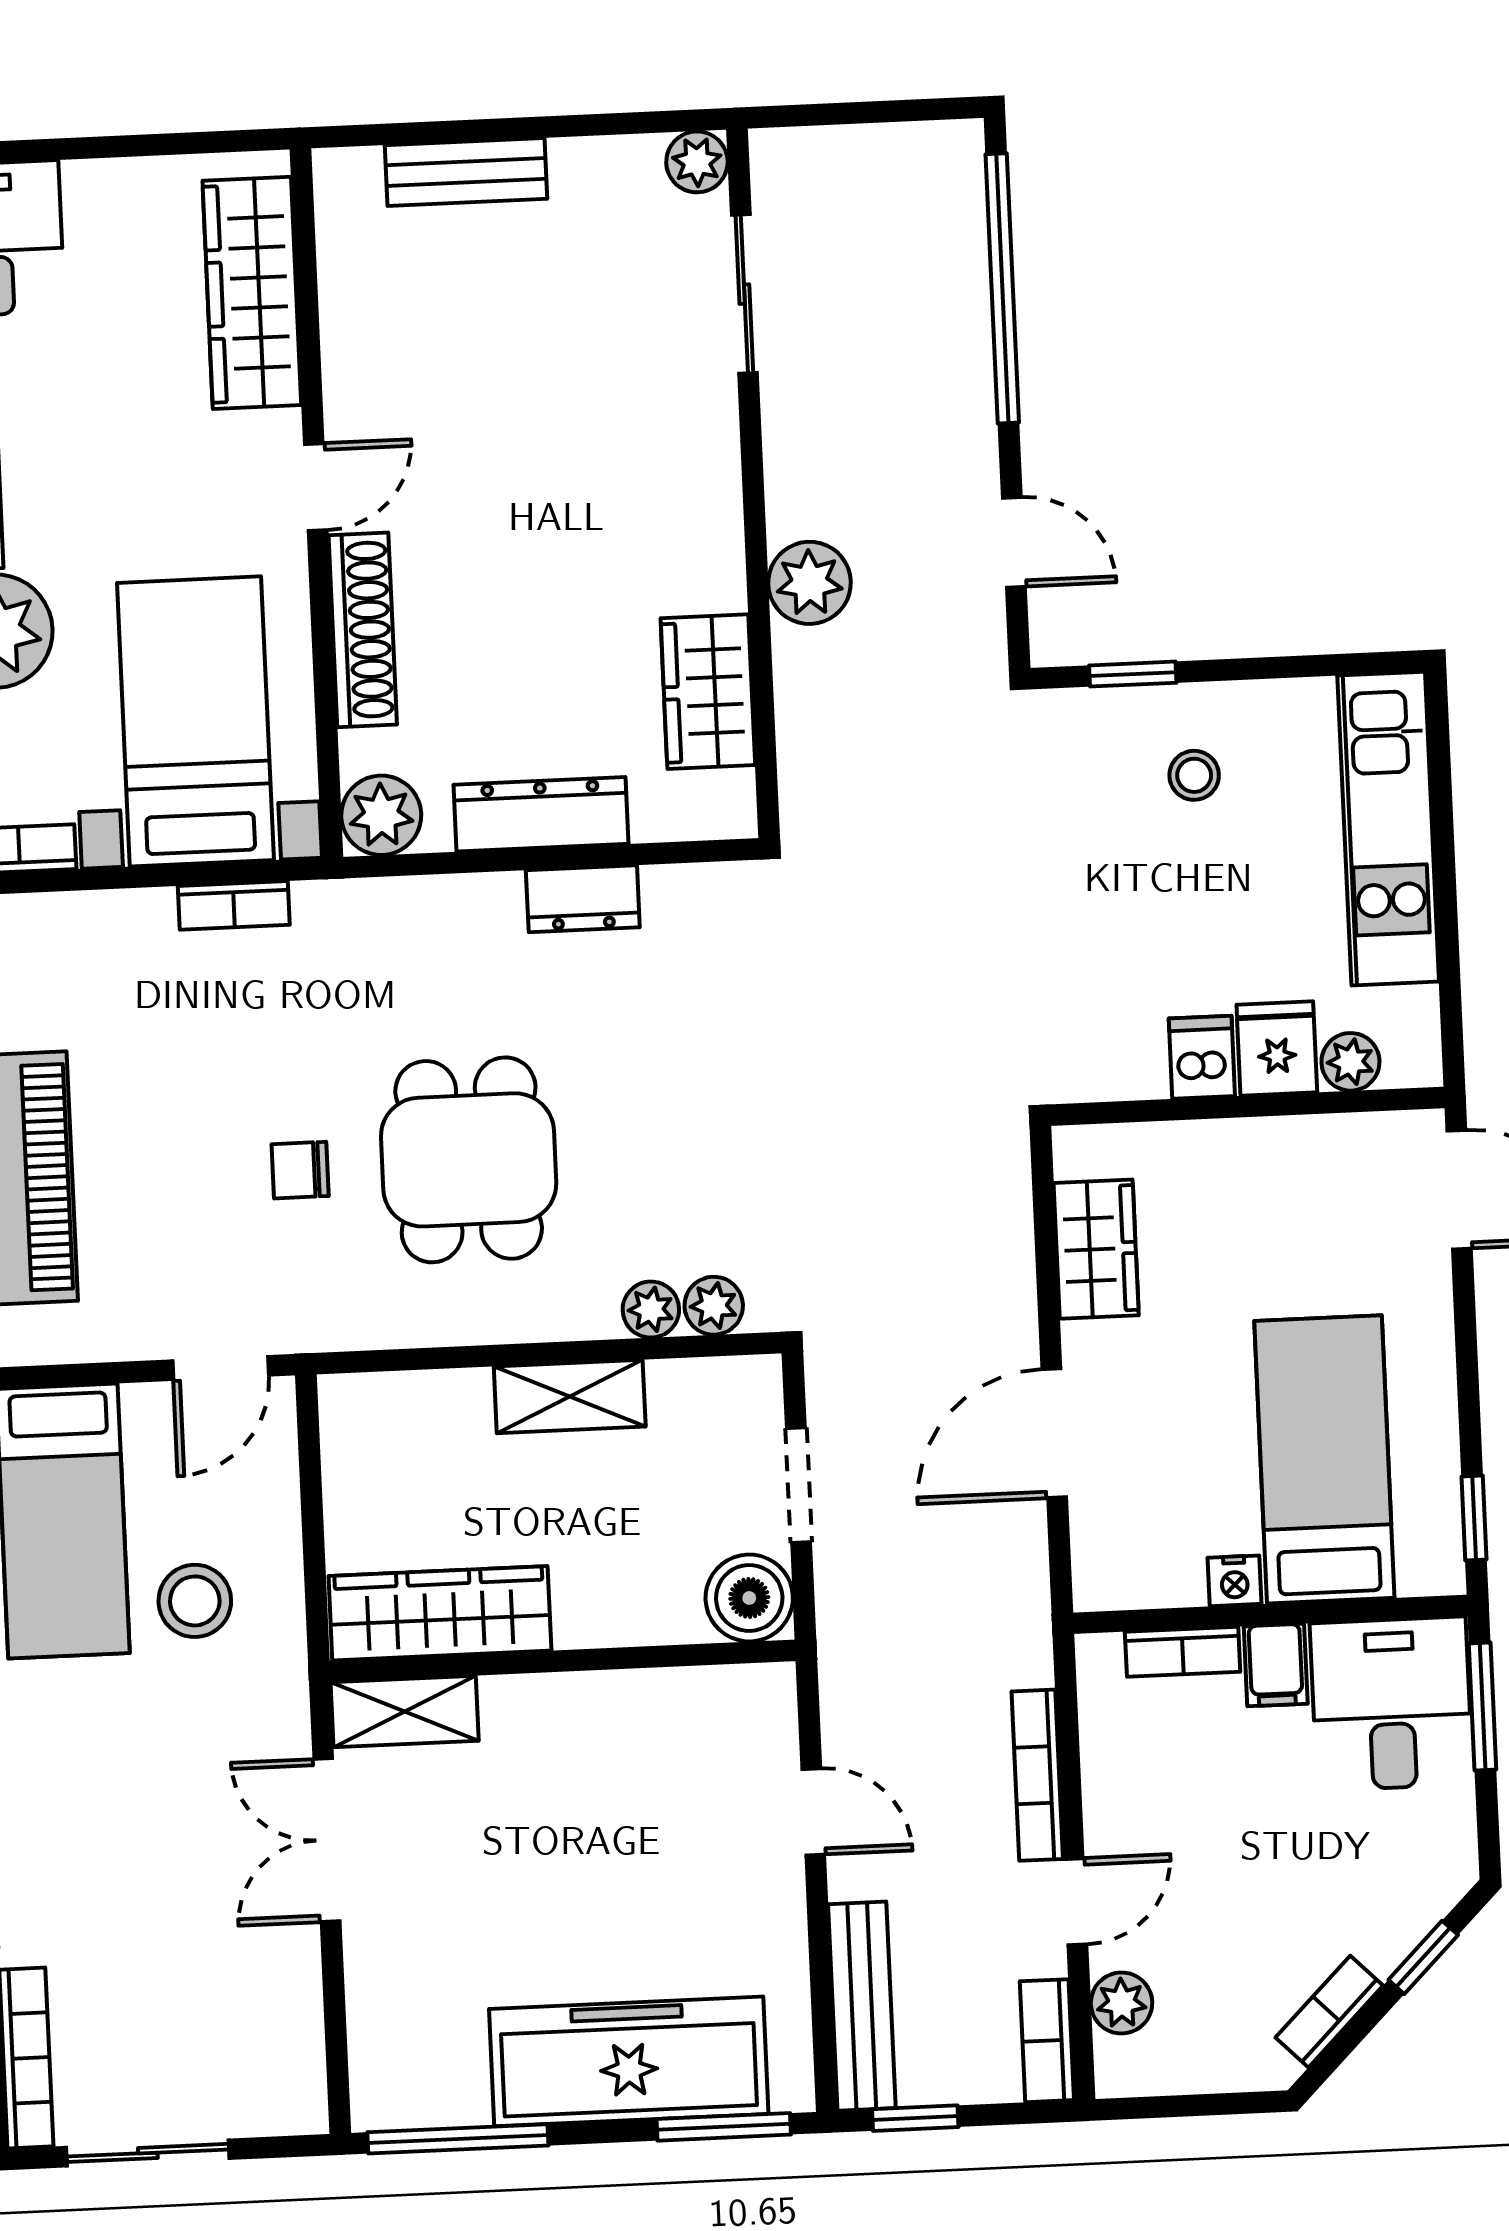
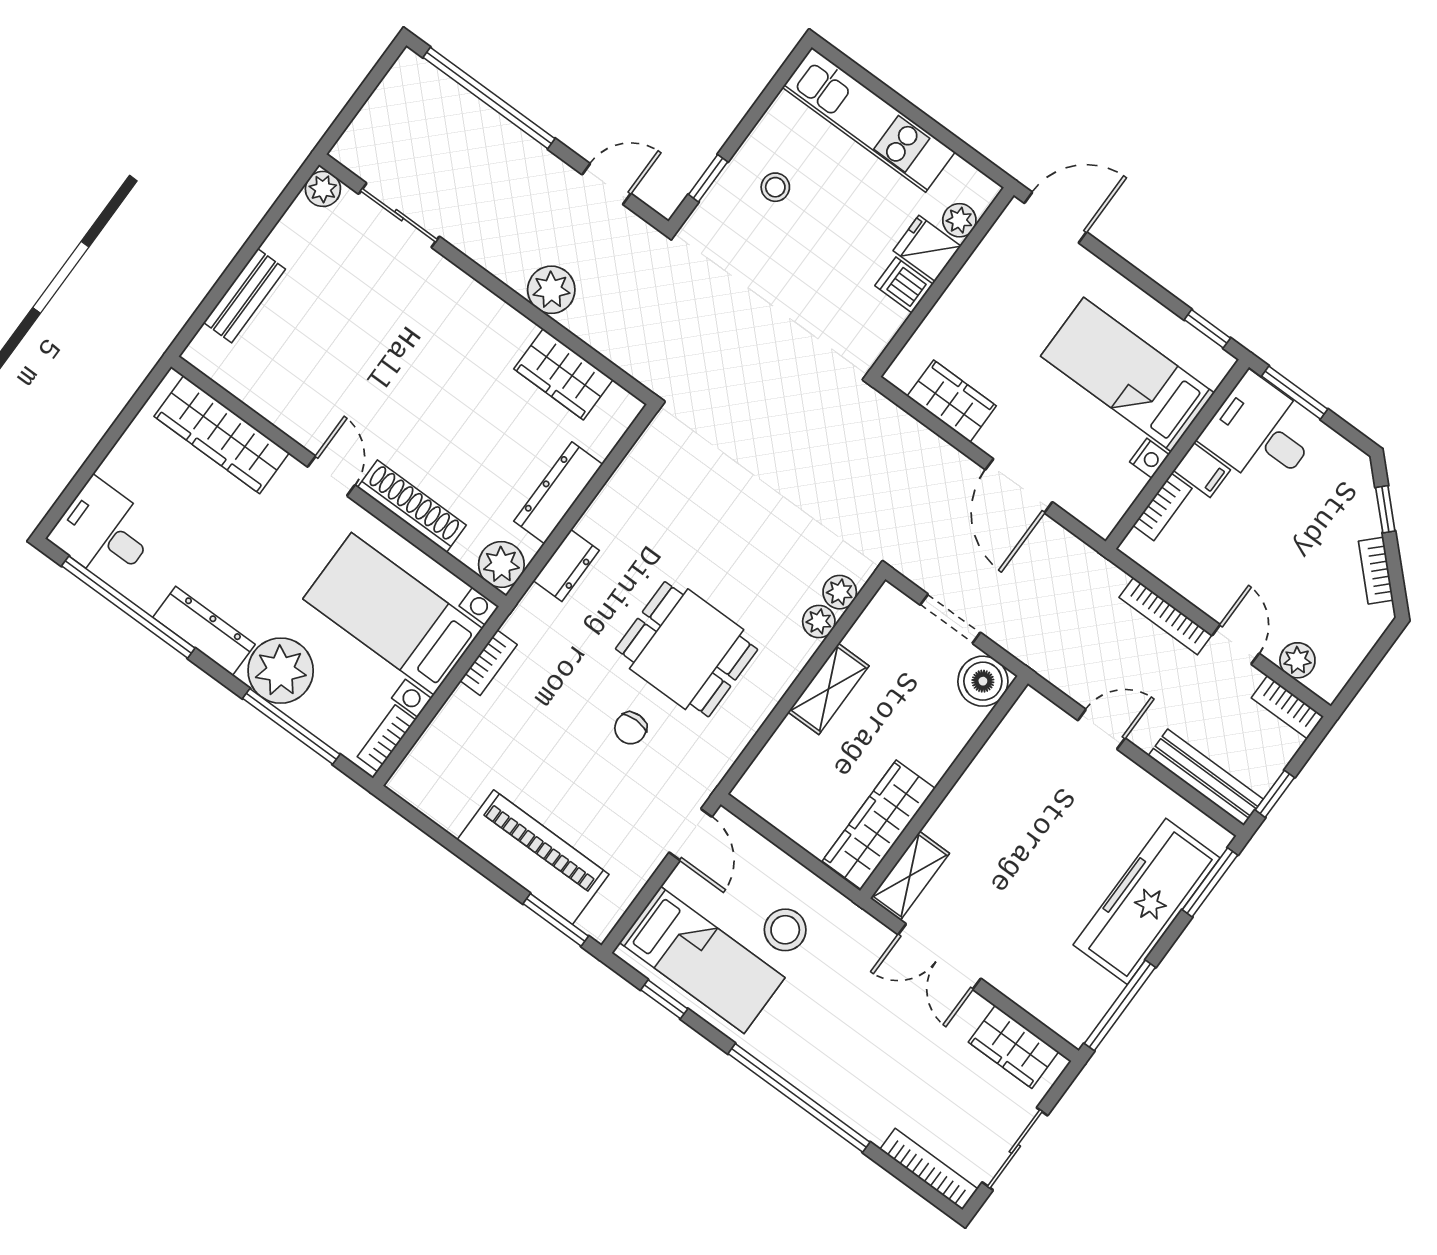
dresser: (583, 899) -> (566, 566), moved
wardrobe: (285, 2040) -> (1014, 1047), added

